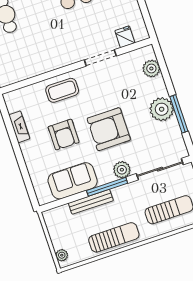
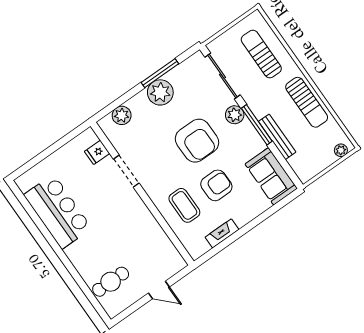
coffee table: (62, 90) -> (184, 205), moved
sofa: (73, 181) -> (271, 176), moved
sun lounger: (114, 237) -> (307, 102), turned 180

